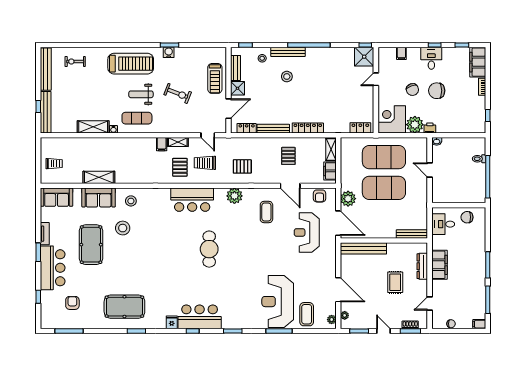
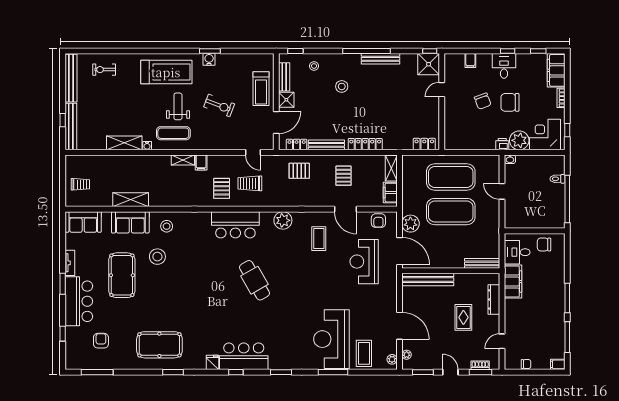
bench: (288, 52) -> (381, 59), moved
weight bench: (141, 94) -> (178, 106), turned 90
corner desk: (392, 119) -> (545, 135), moved
plant: (415, 125) -> (519, 140), moved
shelving: (178, 142) -> (183, 160), moved
pallet: (242, 166) -> (299, 171), moved
cafe table: (209, 249) -> (255, 280), turned -30
filing cabinet: (439, 265) -> (513, 282), moved

